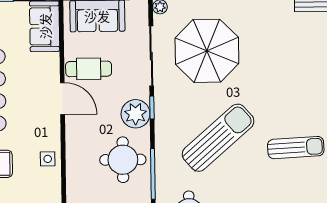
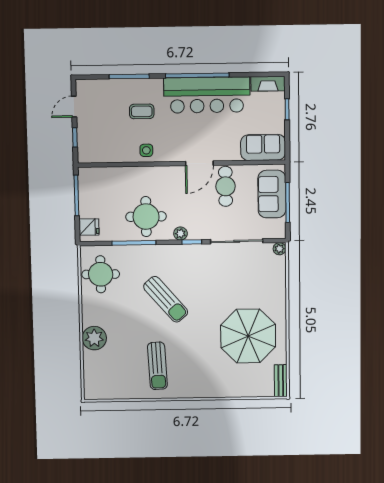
parasol: (207, 51) -> (248, 336), moved
plant: (136, 114) -> (180, 234), width x0.53, depth x0.53
sun lounger: (218, 138) -> (166, 299), width x0.73, depth x0.75

